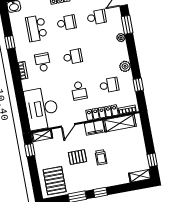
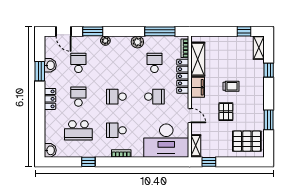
school desk: (73, 57) -> (116, 97), turned -90
window: (138, 85) -> (160, 31), width x2.17
window: (100, 192) -> (269, 70), moved

